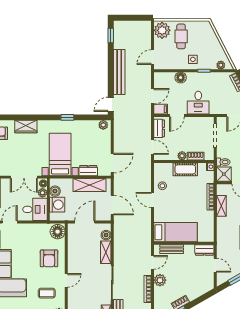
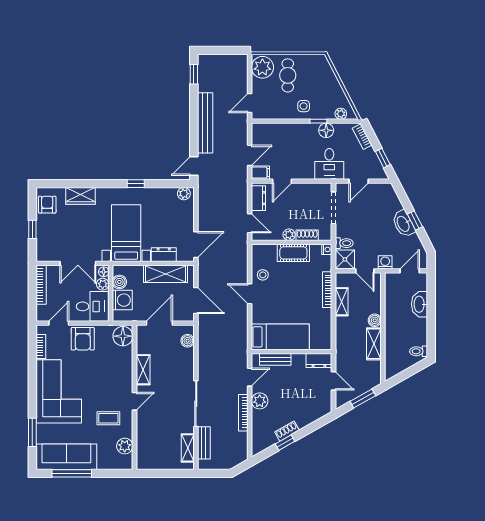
floor lamp: (181, 78) -> (326, 130), moved
desk: (198, 103) -> (329, 164), moved
shelving: (106, 252) -> (143, 370), moved
armchair: (49, 258) -> (83, 339), moved

